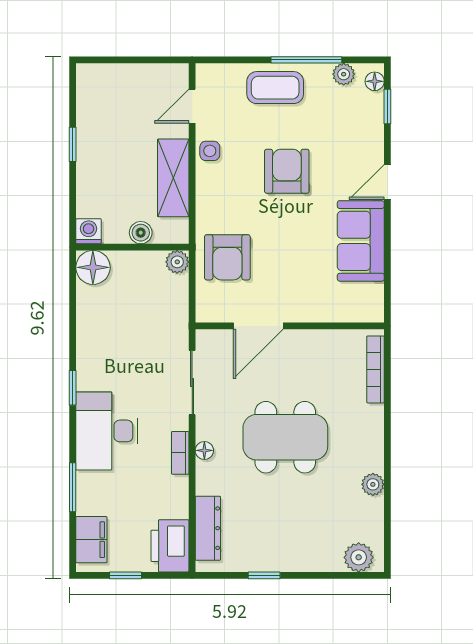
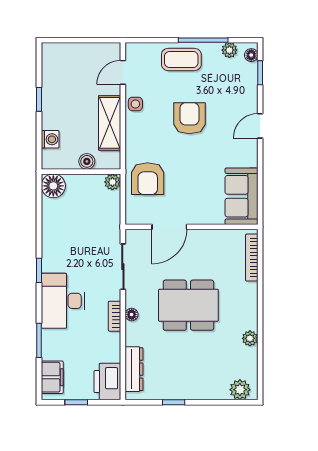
washing machine: (89, 231) -> (50, 139), moved, turned 90
sofa: (361, 241) -> (241, 196), moved

